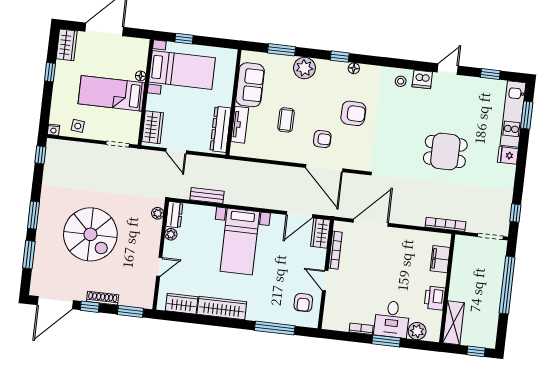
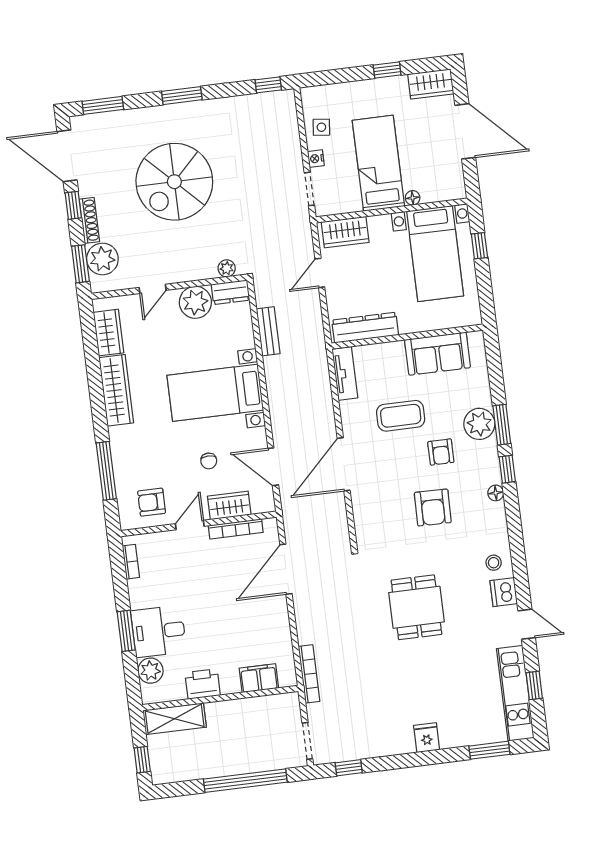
window: (282, 50) -> (502, 425), moved
kitchen unit: (513, 114) -> (515, 693), moved, turned -90
coffee table: (286, 120) -> (401, 416), width x1.36, depth x1.30
tv unit: (240, 125) -> (345, 373), moved, turned -90
nightstand: (54, 130) -> (316, 159), moved
armchair: (322, 139) -> (441, 452), moved
dining table: (445, 152) -> (416, 607), moved
door: (324, 168) -> (344, 464), moved
door: (371, 223) -> (286, 569), swing flipped
wardrobe: (320, 233) -> (229, 505), moved
plant: (171, 234) -> (195, 302), width x1.88, depth x1.88
window: (29, 255) -> (103, 105), moved
chair: (285, 257) -> (209, 461), added
door: (159, 267) -> (153, 289), hinge flipped
plant: (131, 296) -> (102, 259), added
bookcase: (361, 329) -> (131, 562), moved

